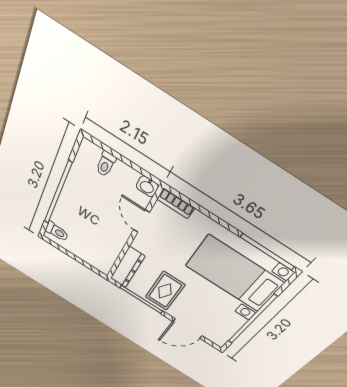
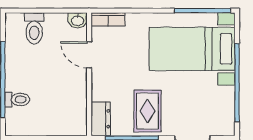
toilet: (106, 164) -> (34, 28), width x1.37, depth x1.39
toilet: (57, 232) -> (17, 99), moved
dresser: (127, 267) -> (101, 119), width x0.70

